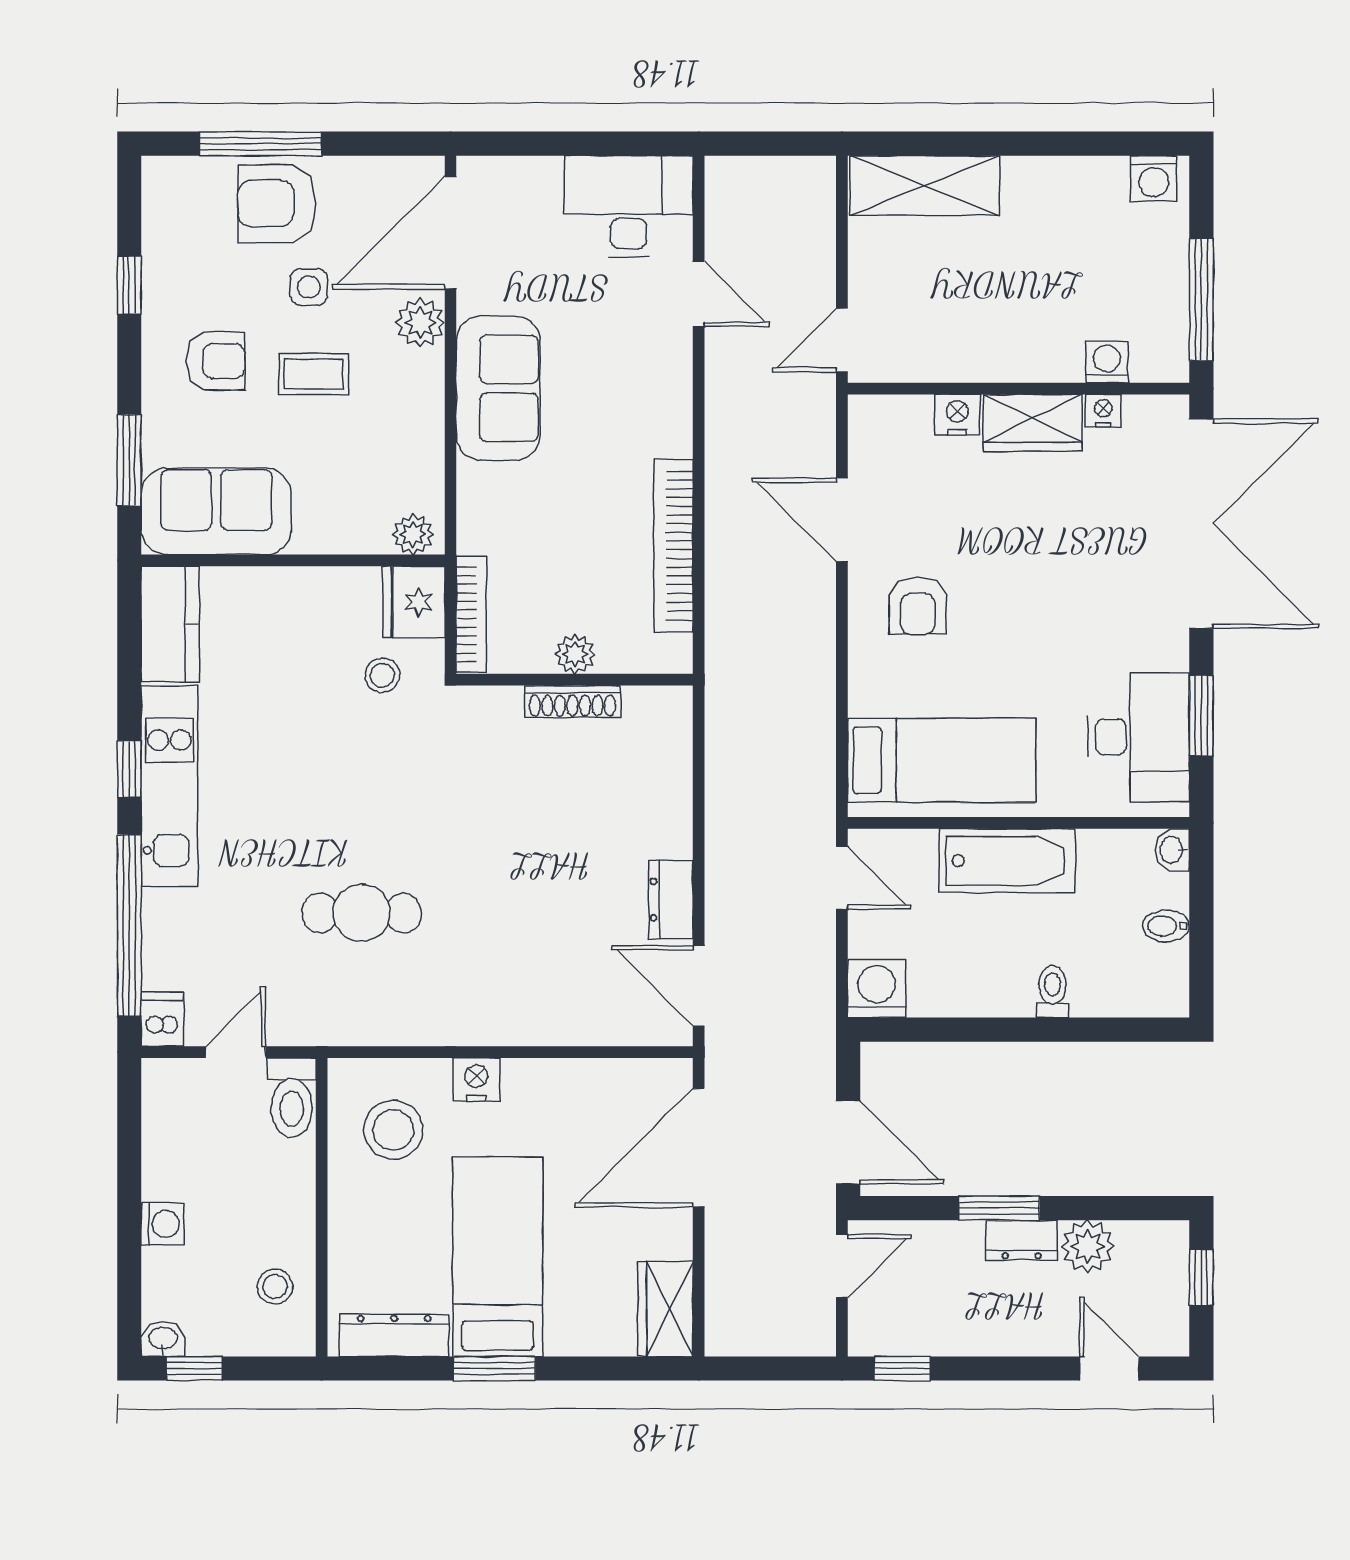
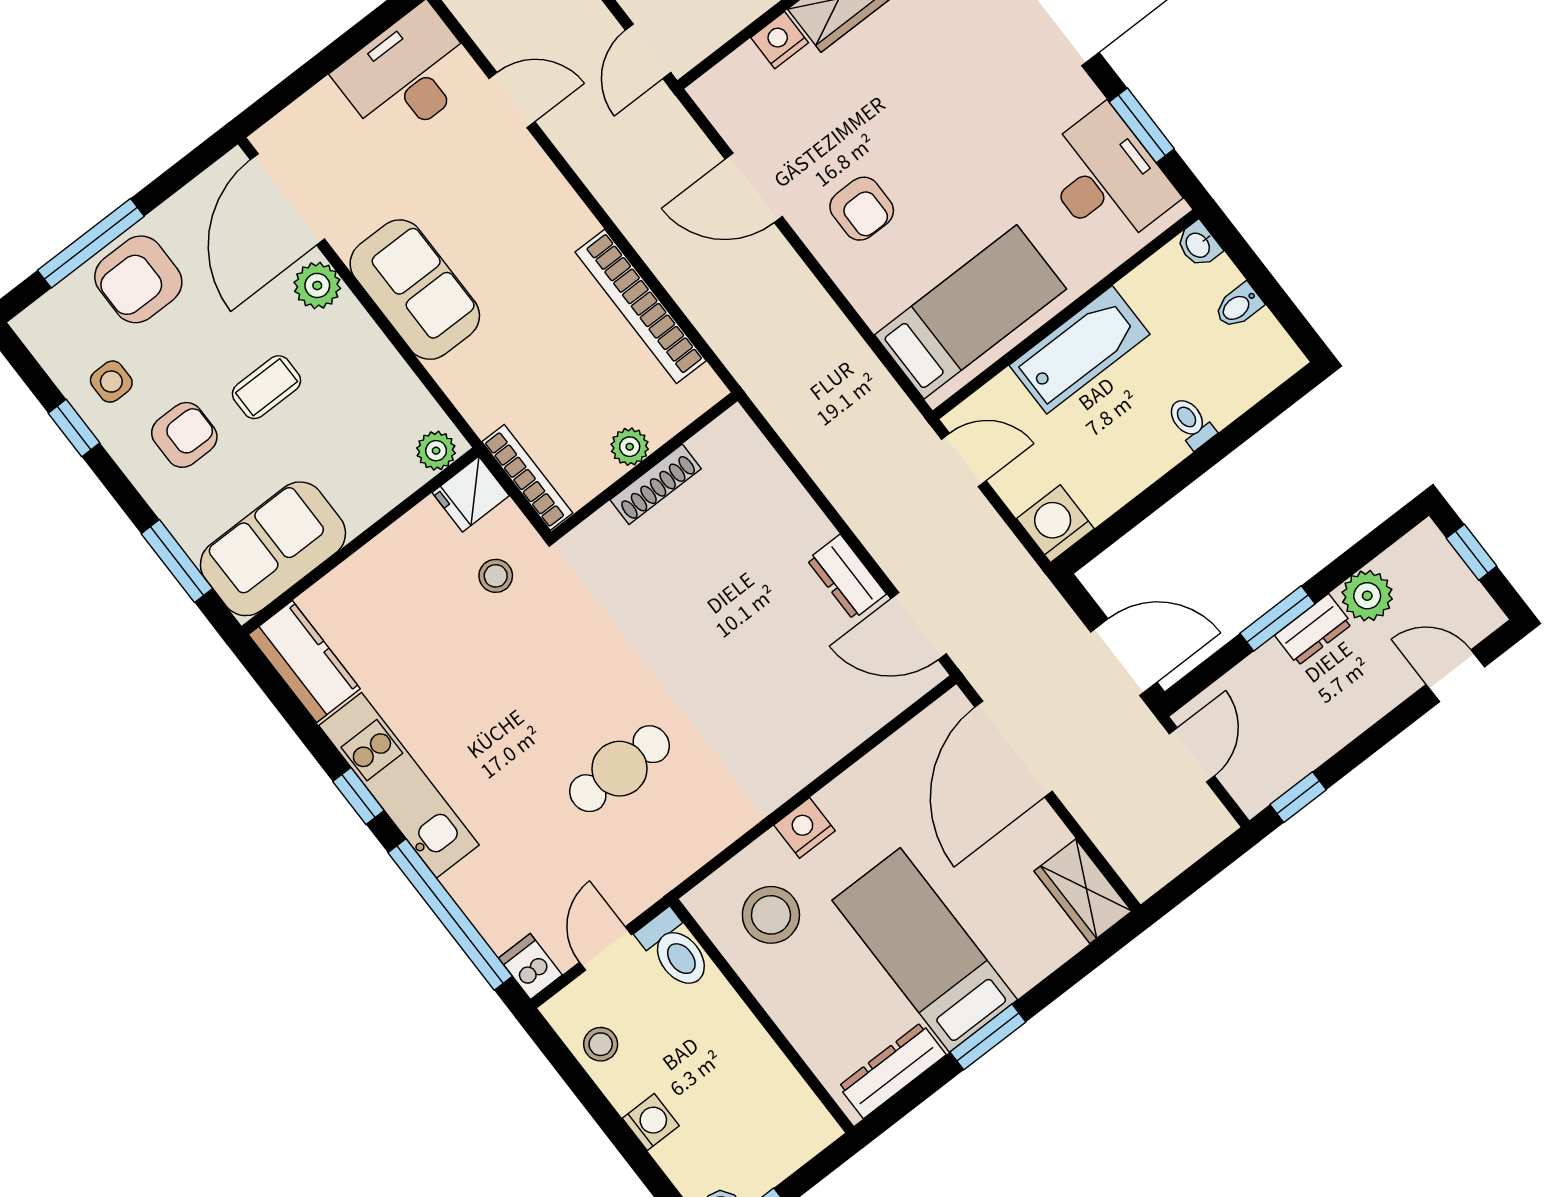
side table: (309, 287) -> (111, 382), moved
fridge: (414, 602) -> (471, 494), width x0.72
stool: (275, 1286) -> (601, 1044), moved

